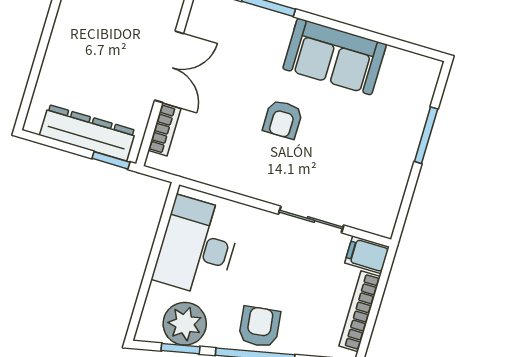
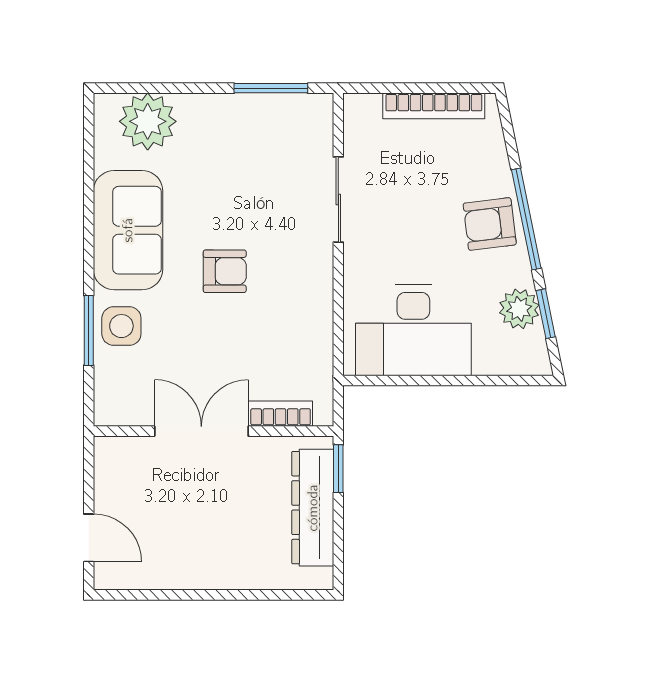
side table: (265, 30) -> (121, 326), added
plant: (411, 95) -> (148, 121), added
window: (426, 135) -> (271, 88), moved
filing cabinet: (367, 255) -> (361, 117), removed
plant: (185, 324) -> (519, 309), width x0.73, depth x0.73

